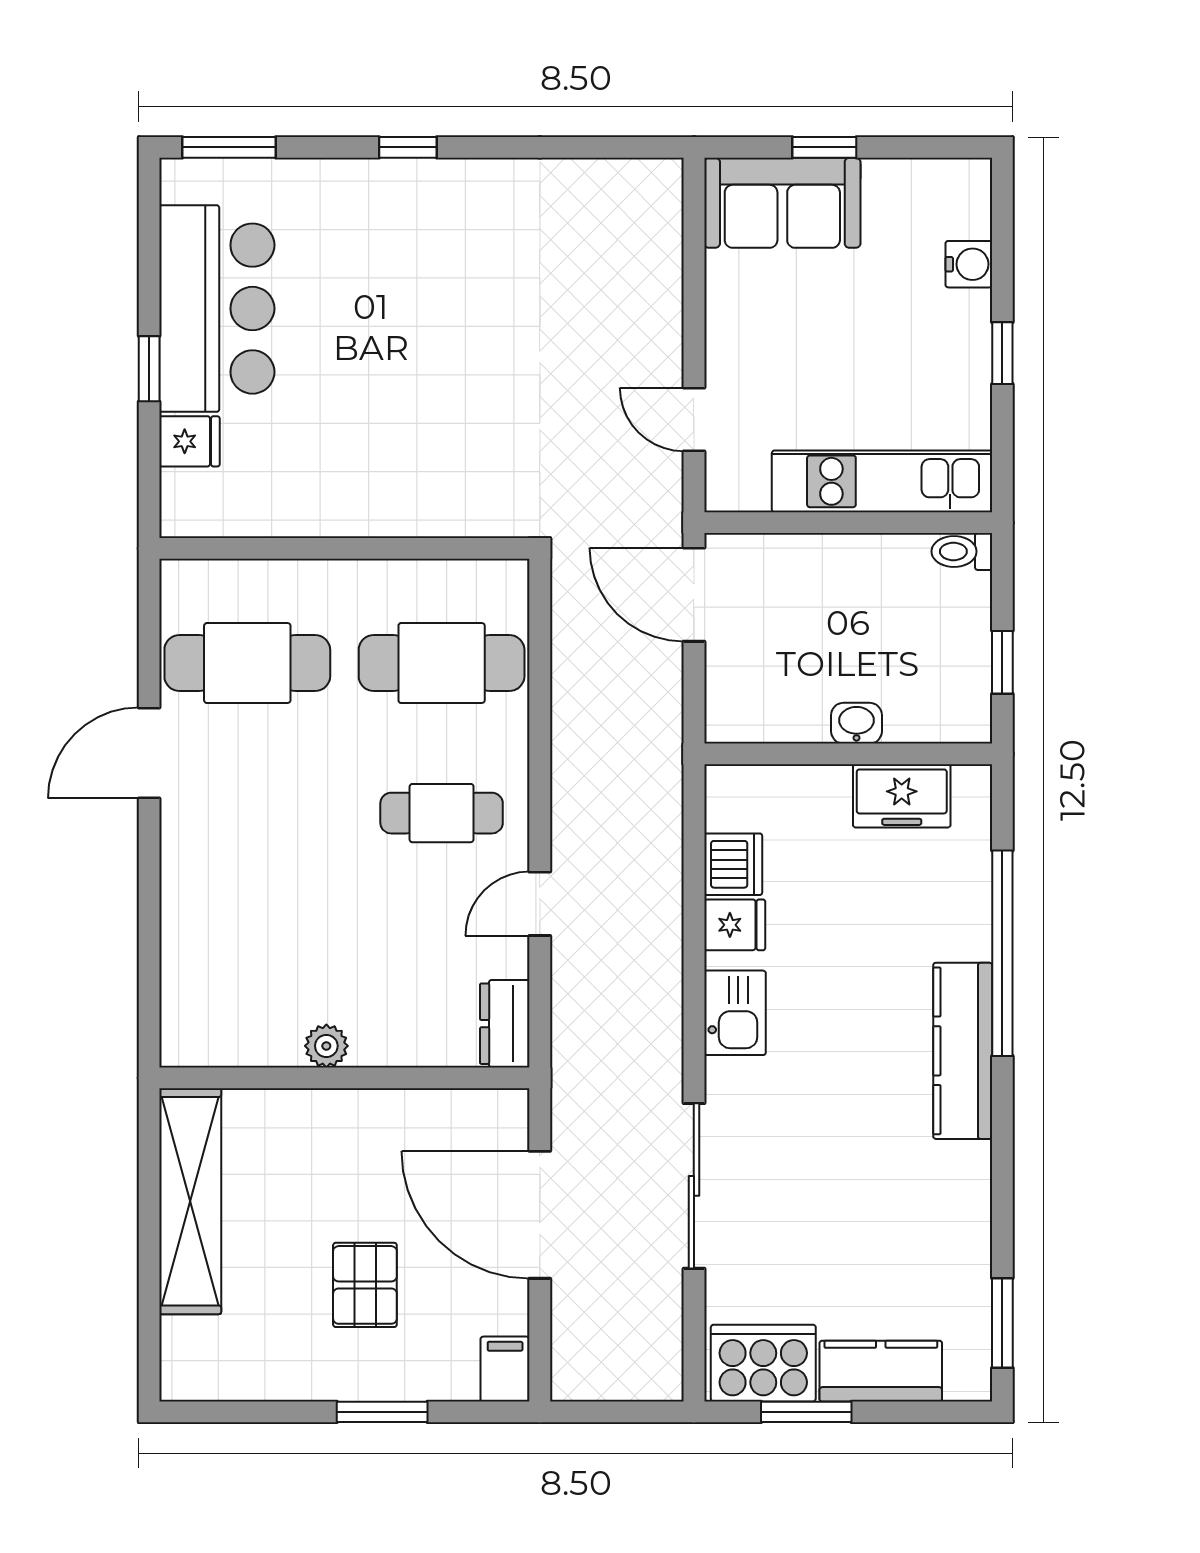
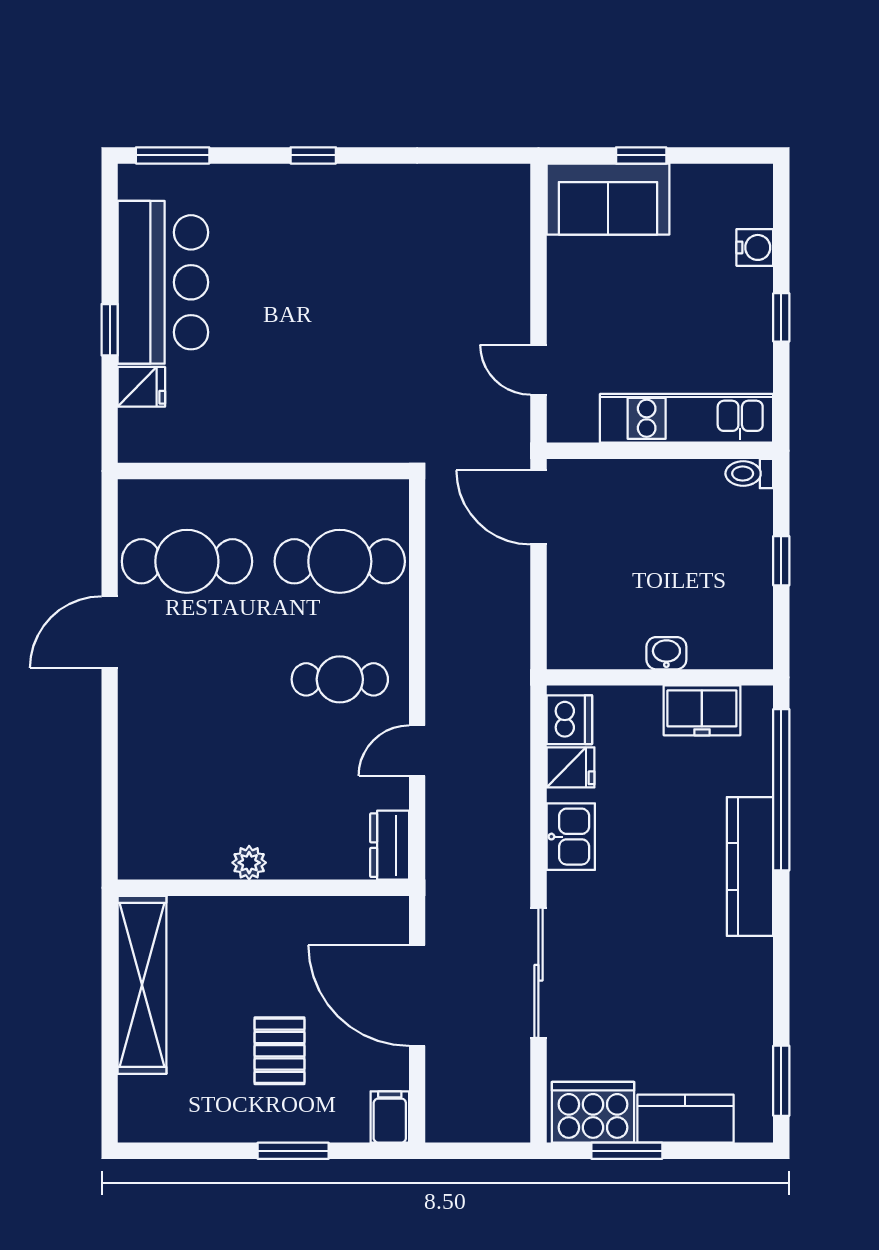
washbasin: (857, 723) -> (666, 653), moved
wall: (848, 754) -> (660, 677), moved
freezer: (902, 796) -> (702, 710), moved

